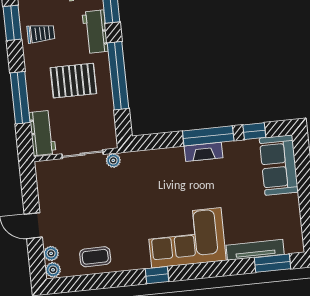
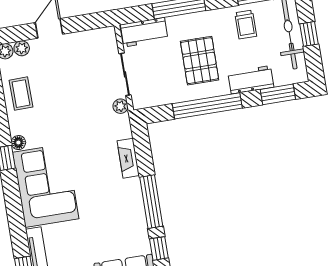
fireplace: (203, 152) -> (128, 158), moved
floor lamp: (143, 262) -> (18, 143), added

